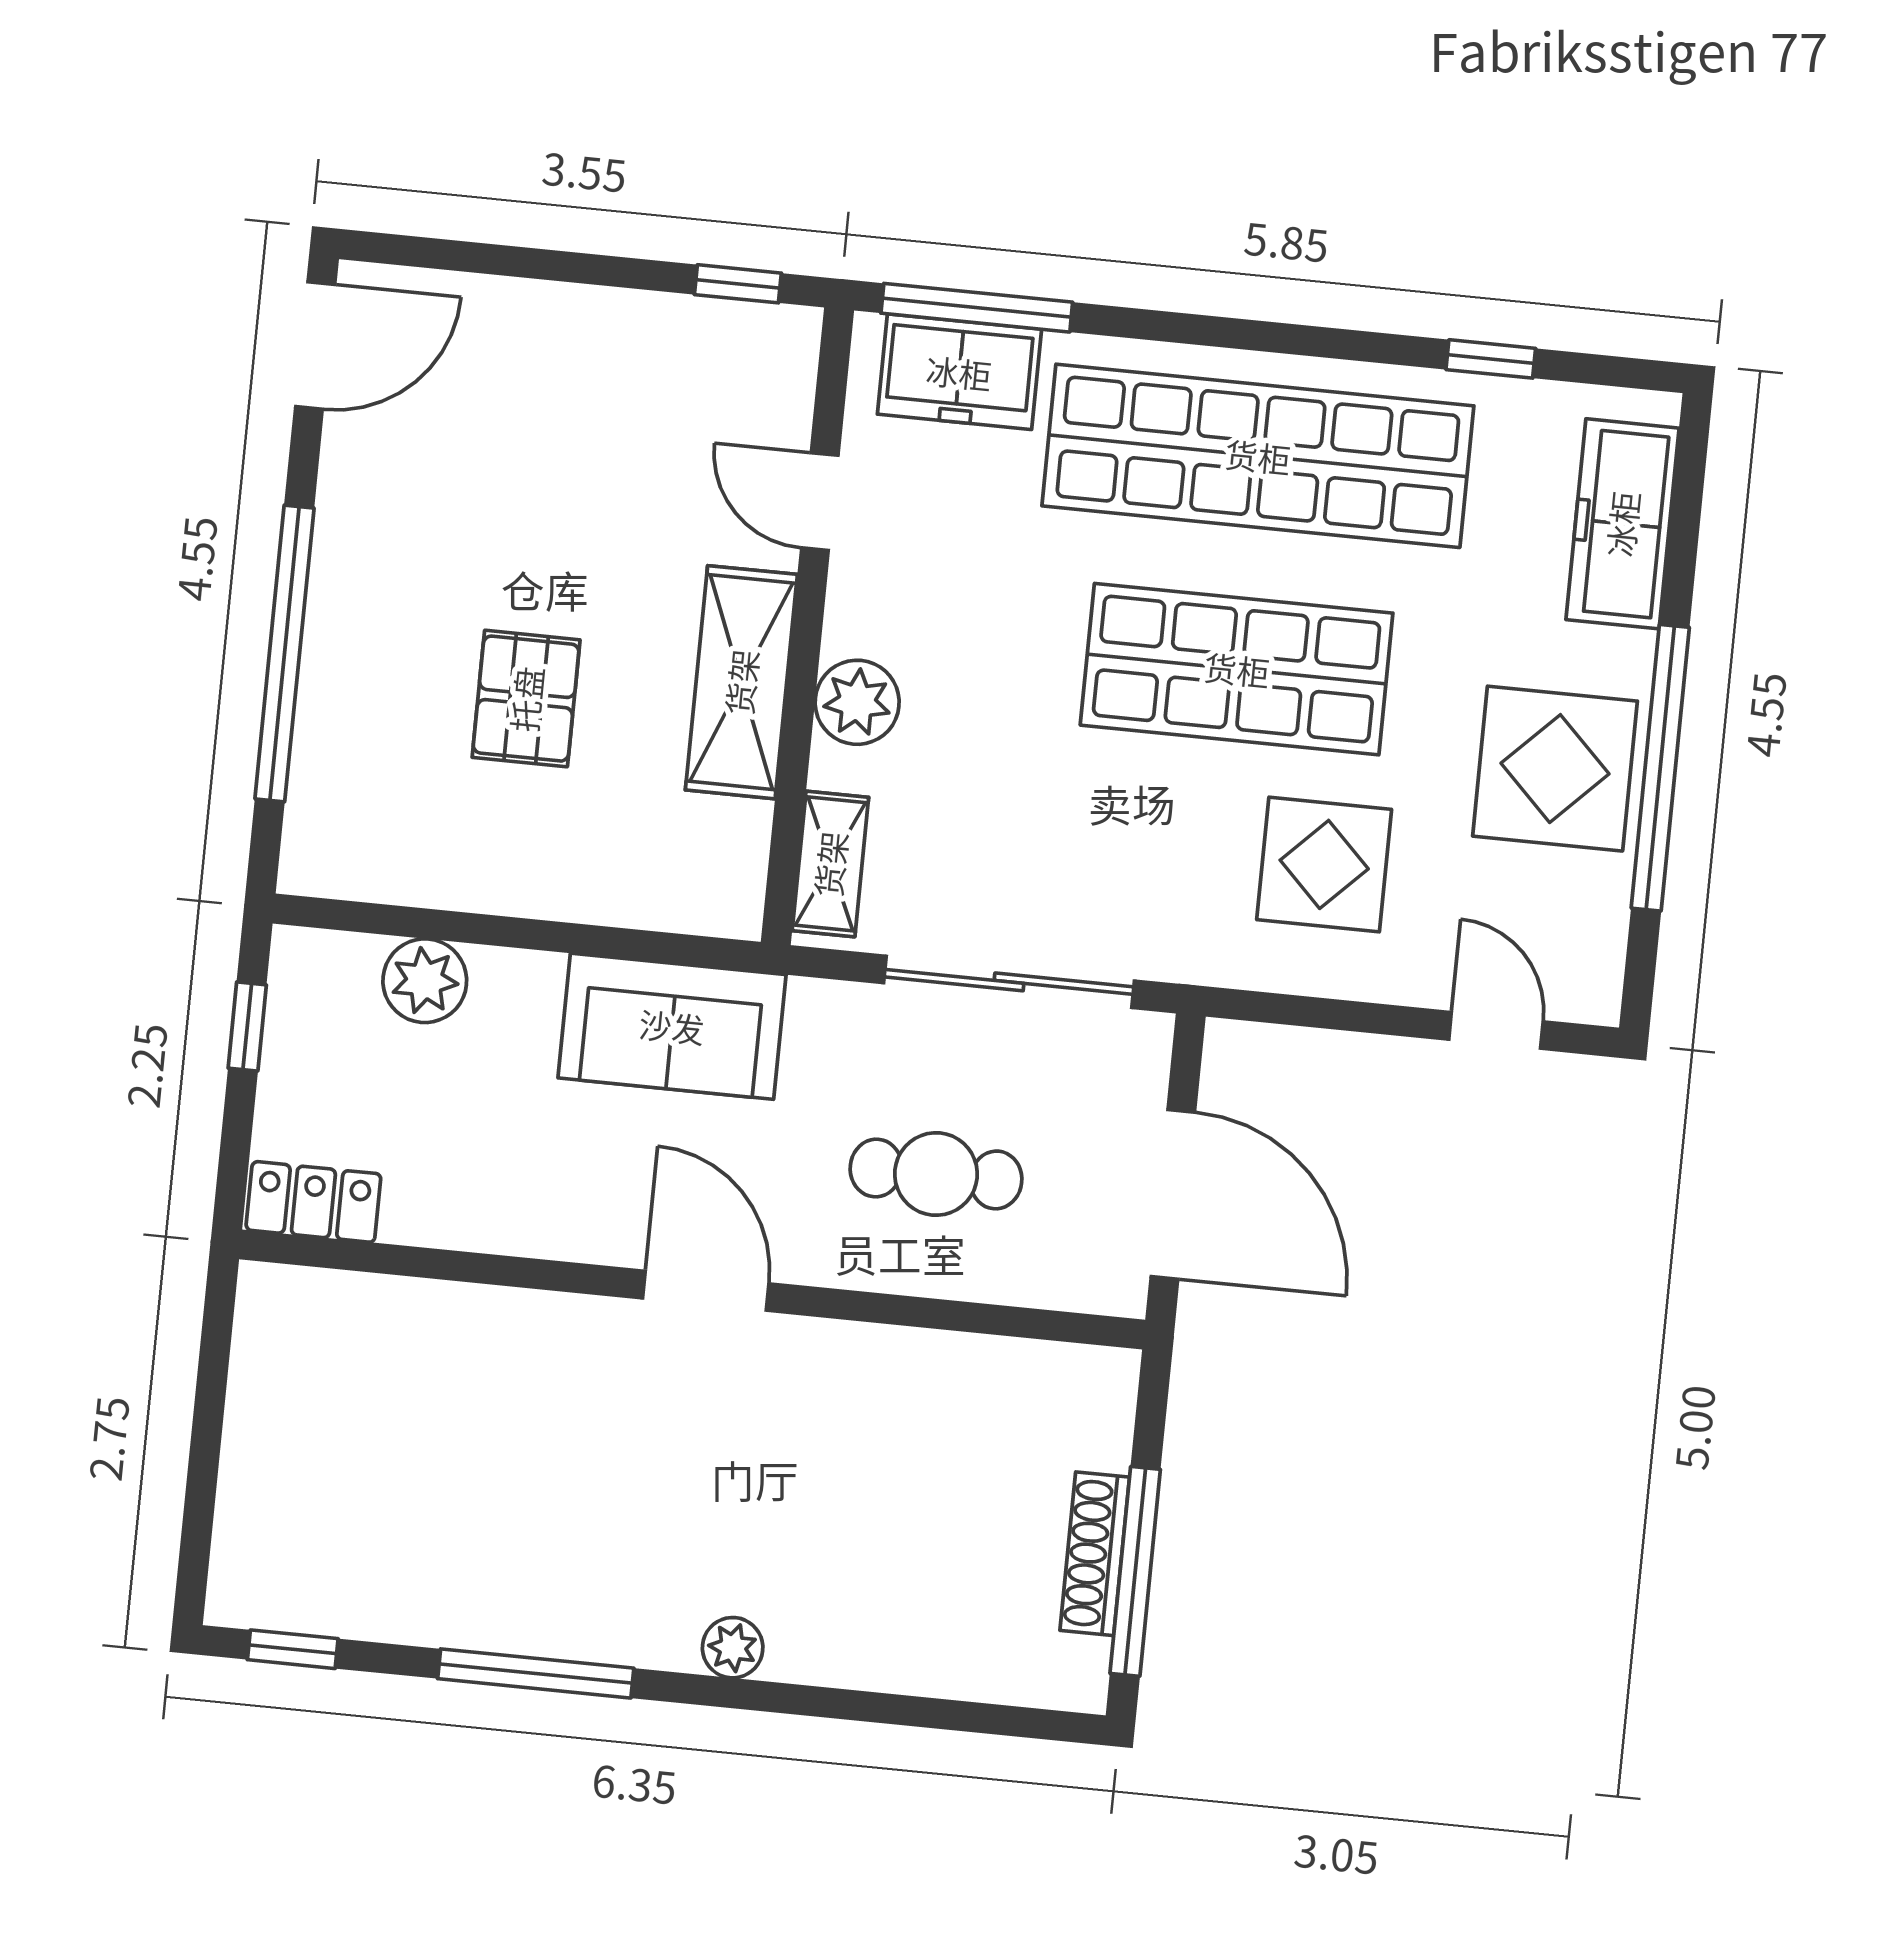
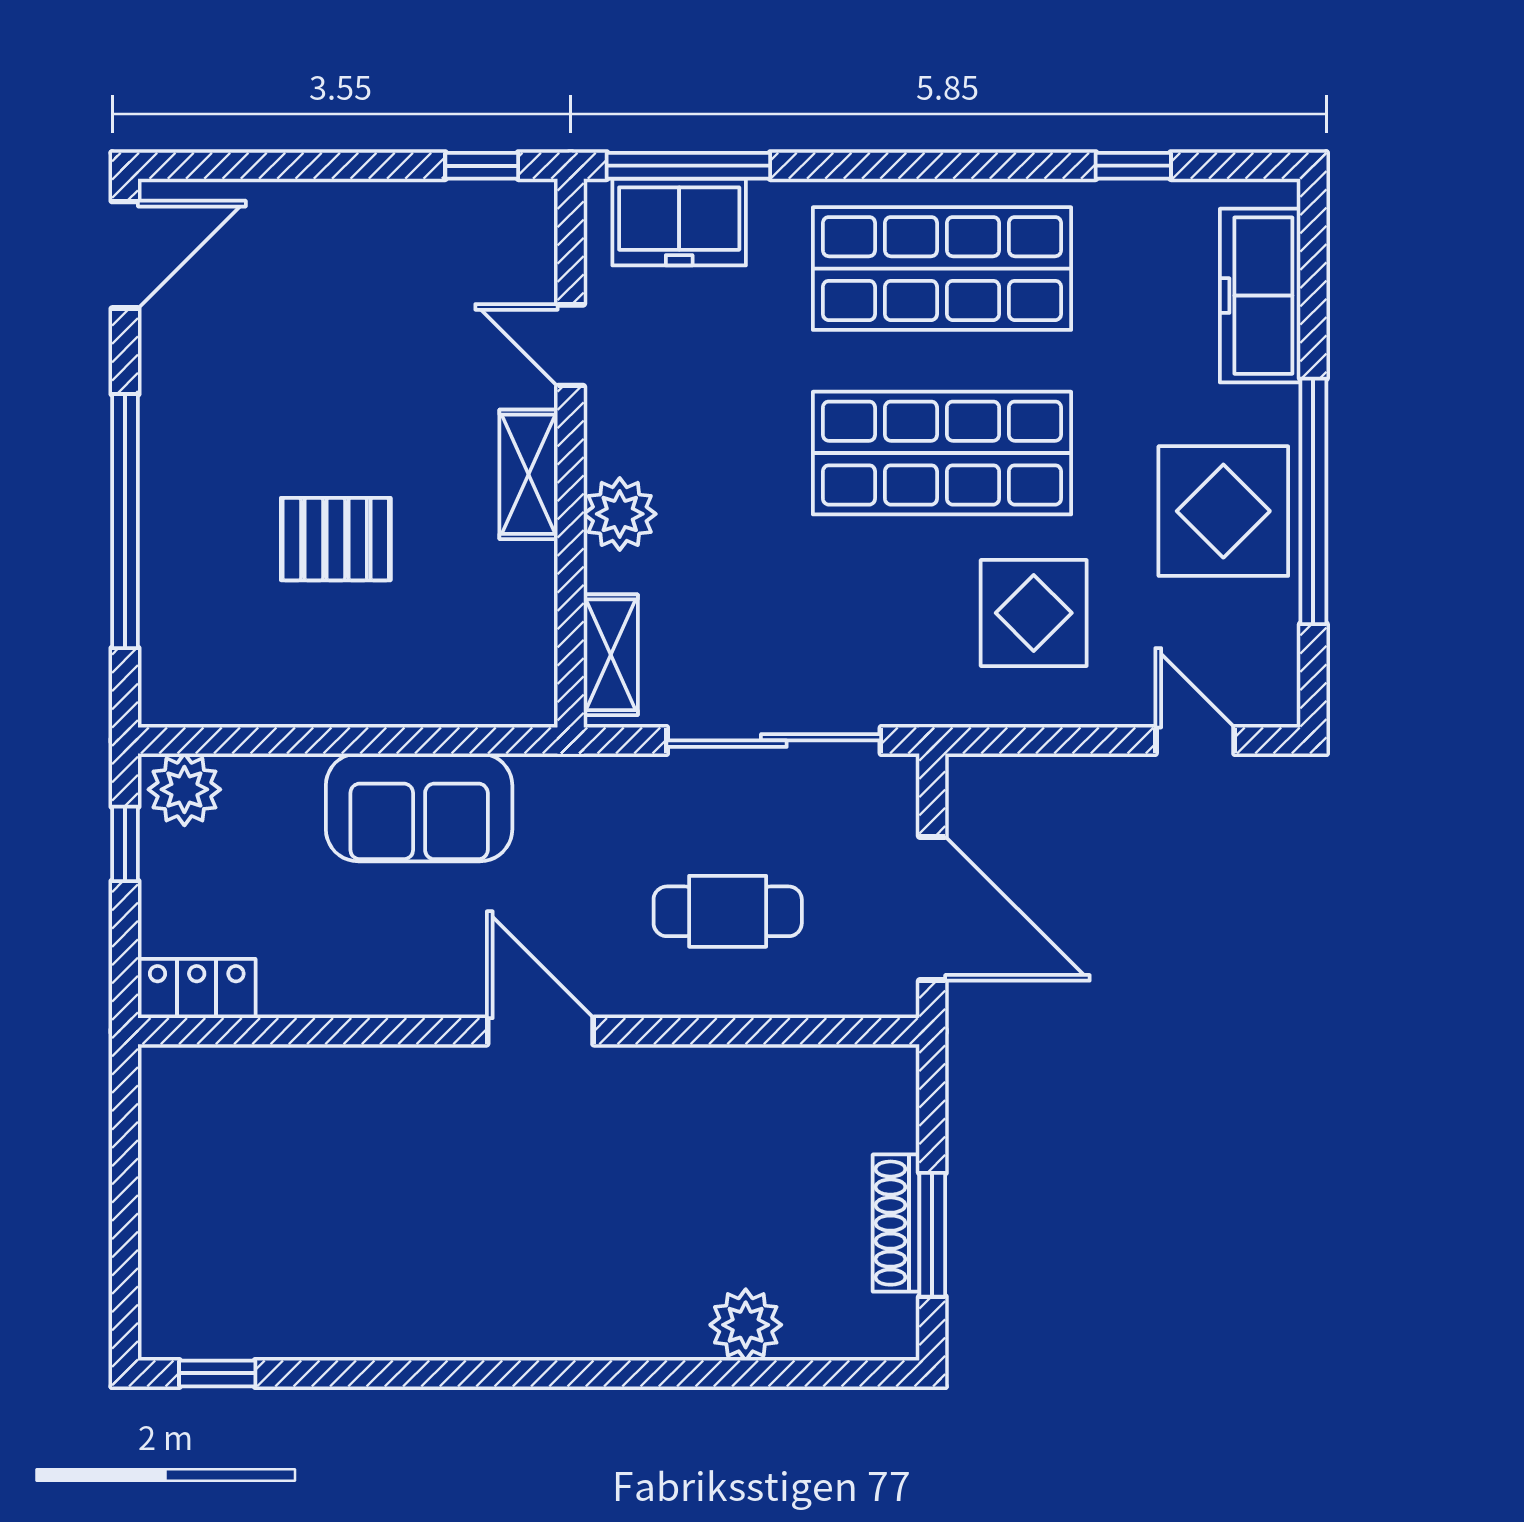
shop shelf: (1258, 456) -> (942, 269), width x0.71
shelving: (741, 682) -> (529, 474), width x0.67, depth x0.75
pallet: (526, 699) -> (336, 539), turned 90
plant: (425, 981) -> (184, 789), moved
sofa: (672, 1026) -> (419, 807), moved
window: (1135, 1571) -> (932, 1235), width x0.69
plant: (733, 1648) -> (746, 1325), moved, width x1.38, depth x1.38
window: (536, 1673) -> (427, 1373), removed

